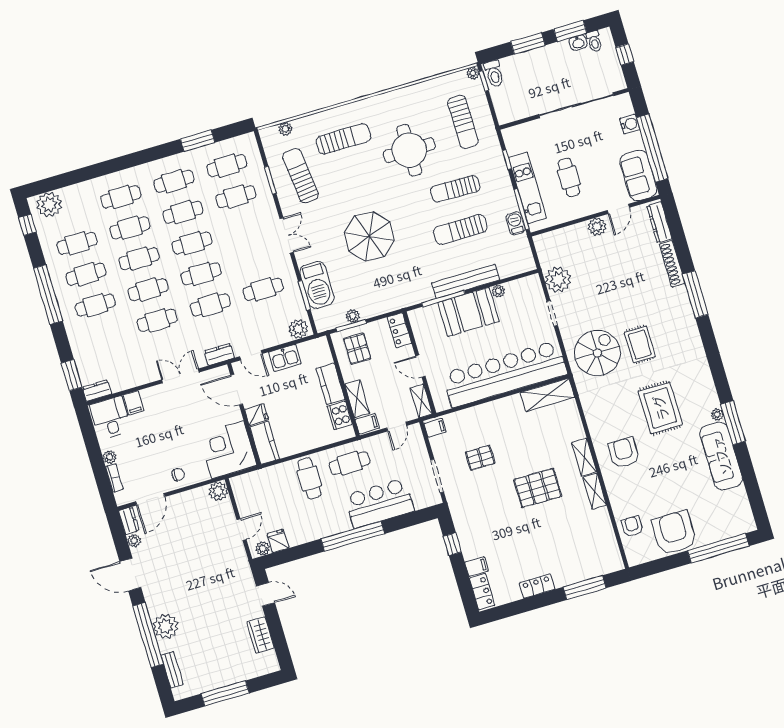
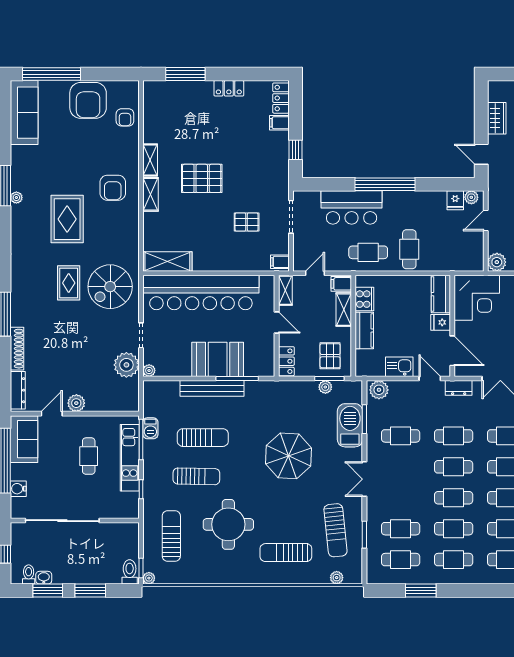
plant: (498, 291) -> (149, 371), moved
sofa: (721, 456) -> (24, 113), moved

